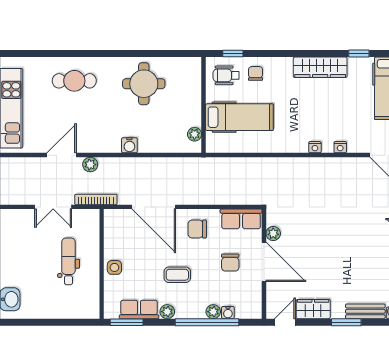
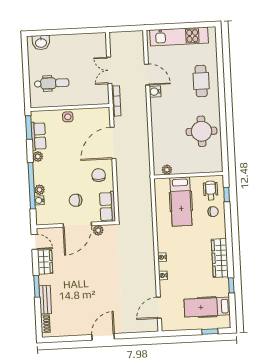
water cooler: (129, 145) -> (155, 92), moved
plant: (90, 165) -> (141, 96), removed
dental chair: (68, 261) -> (52, 83), moved
coffee table: (177, 275) -> (65, 162), removed

